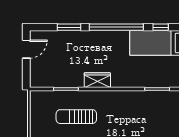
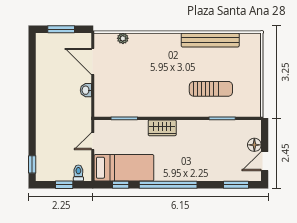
window: (69, 27) -> (236, 185), moved
floor lamp: (36, 64) -> (254, 145), added
wardrobe: (97, 80) -> (162, 128), moved

